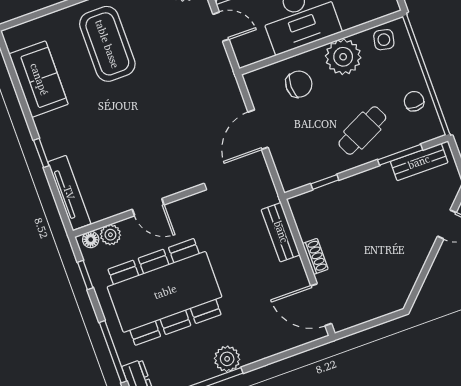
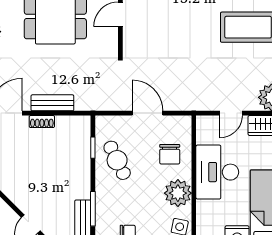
cafe table: (362, 131) -> (117, 160), moved
bench: (281, 232) -> (52, 103), moved

